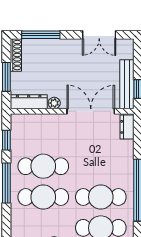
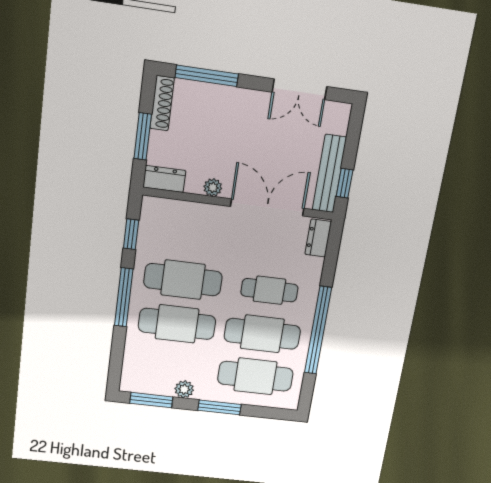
dresser: (29, 102) -> (164, 179), width x0.70
cafe table: (101, 166) -> (269, 290), added

